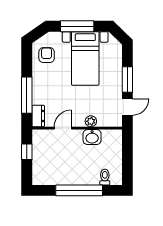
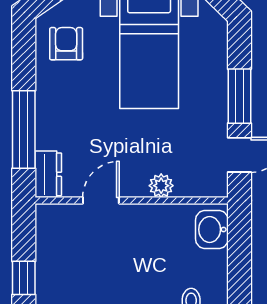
washbasin: (92, 137) -> (212, 230), moved, turned 90
window: (27, 152) -> (24, 278), moved

